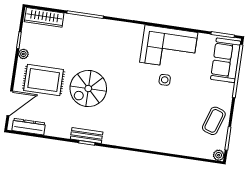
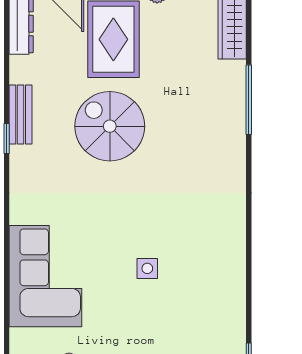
corner sofa: (169, 47) -> (45, 276), moved, turned 180
bench: (87, 135) -> (21, 114), moved

